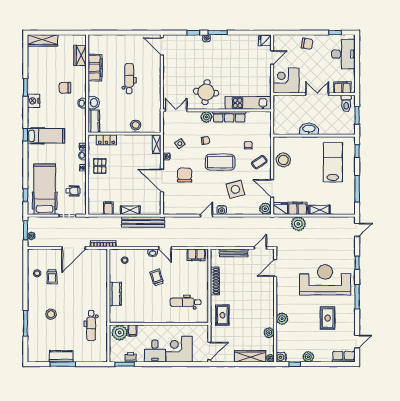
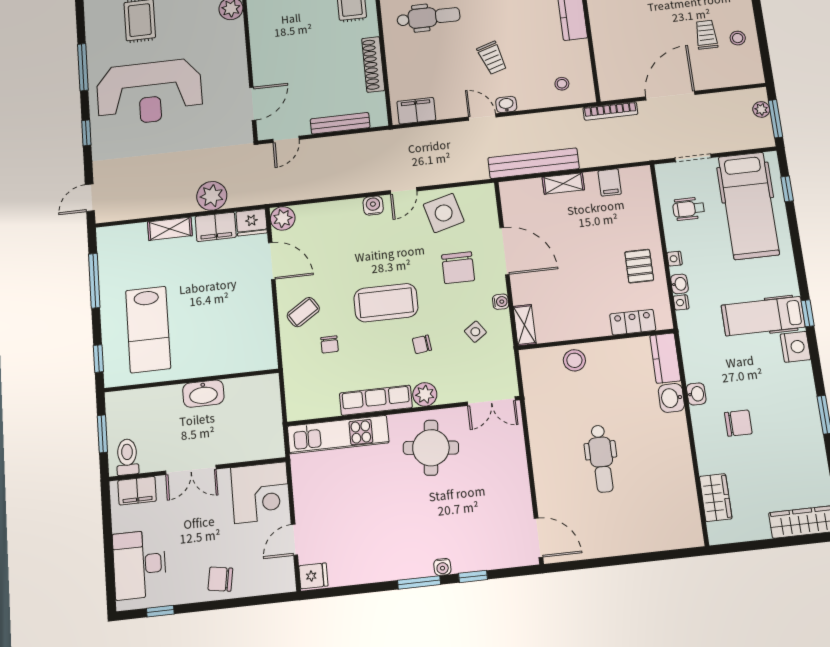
filing cabinet: (95, 68) -> (679, 474), removed
nightstand: (33, 101) -> (795, 347), moved
stool: (283, 160) -> (253, 322), removed
side table: (235, 189) -> (444, 213), moved

